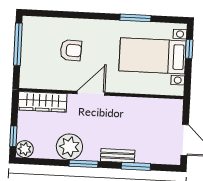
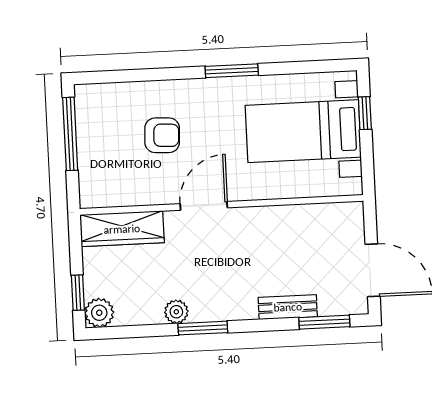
window: (135, 18) -> (232, 71), moved
plant: (69, 147) -> (176, 312), width x0.53, depth x0.53
bench: (118, 156) -> (288, 307), moved
window: (136, 166) -> (324, 322), moved

